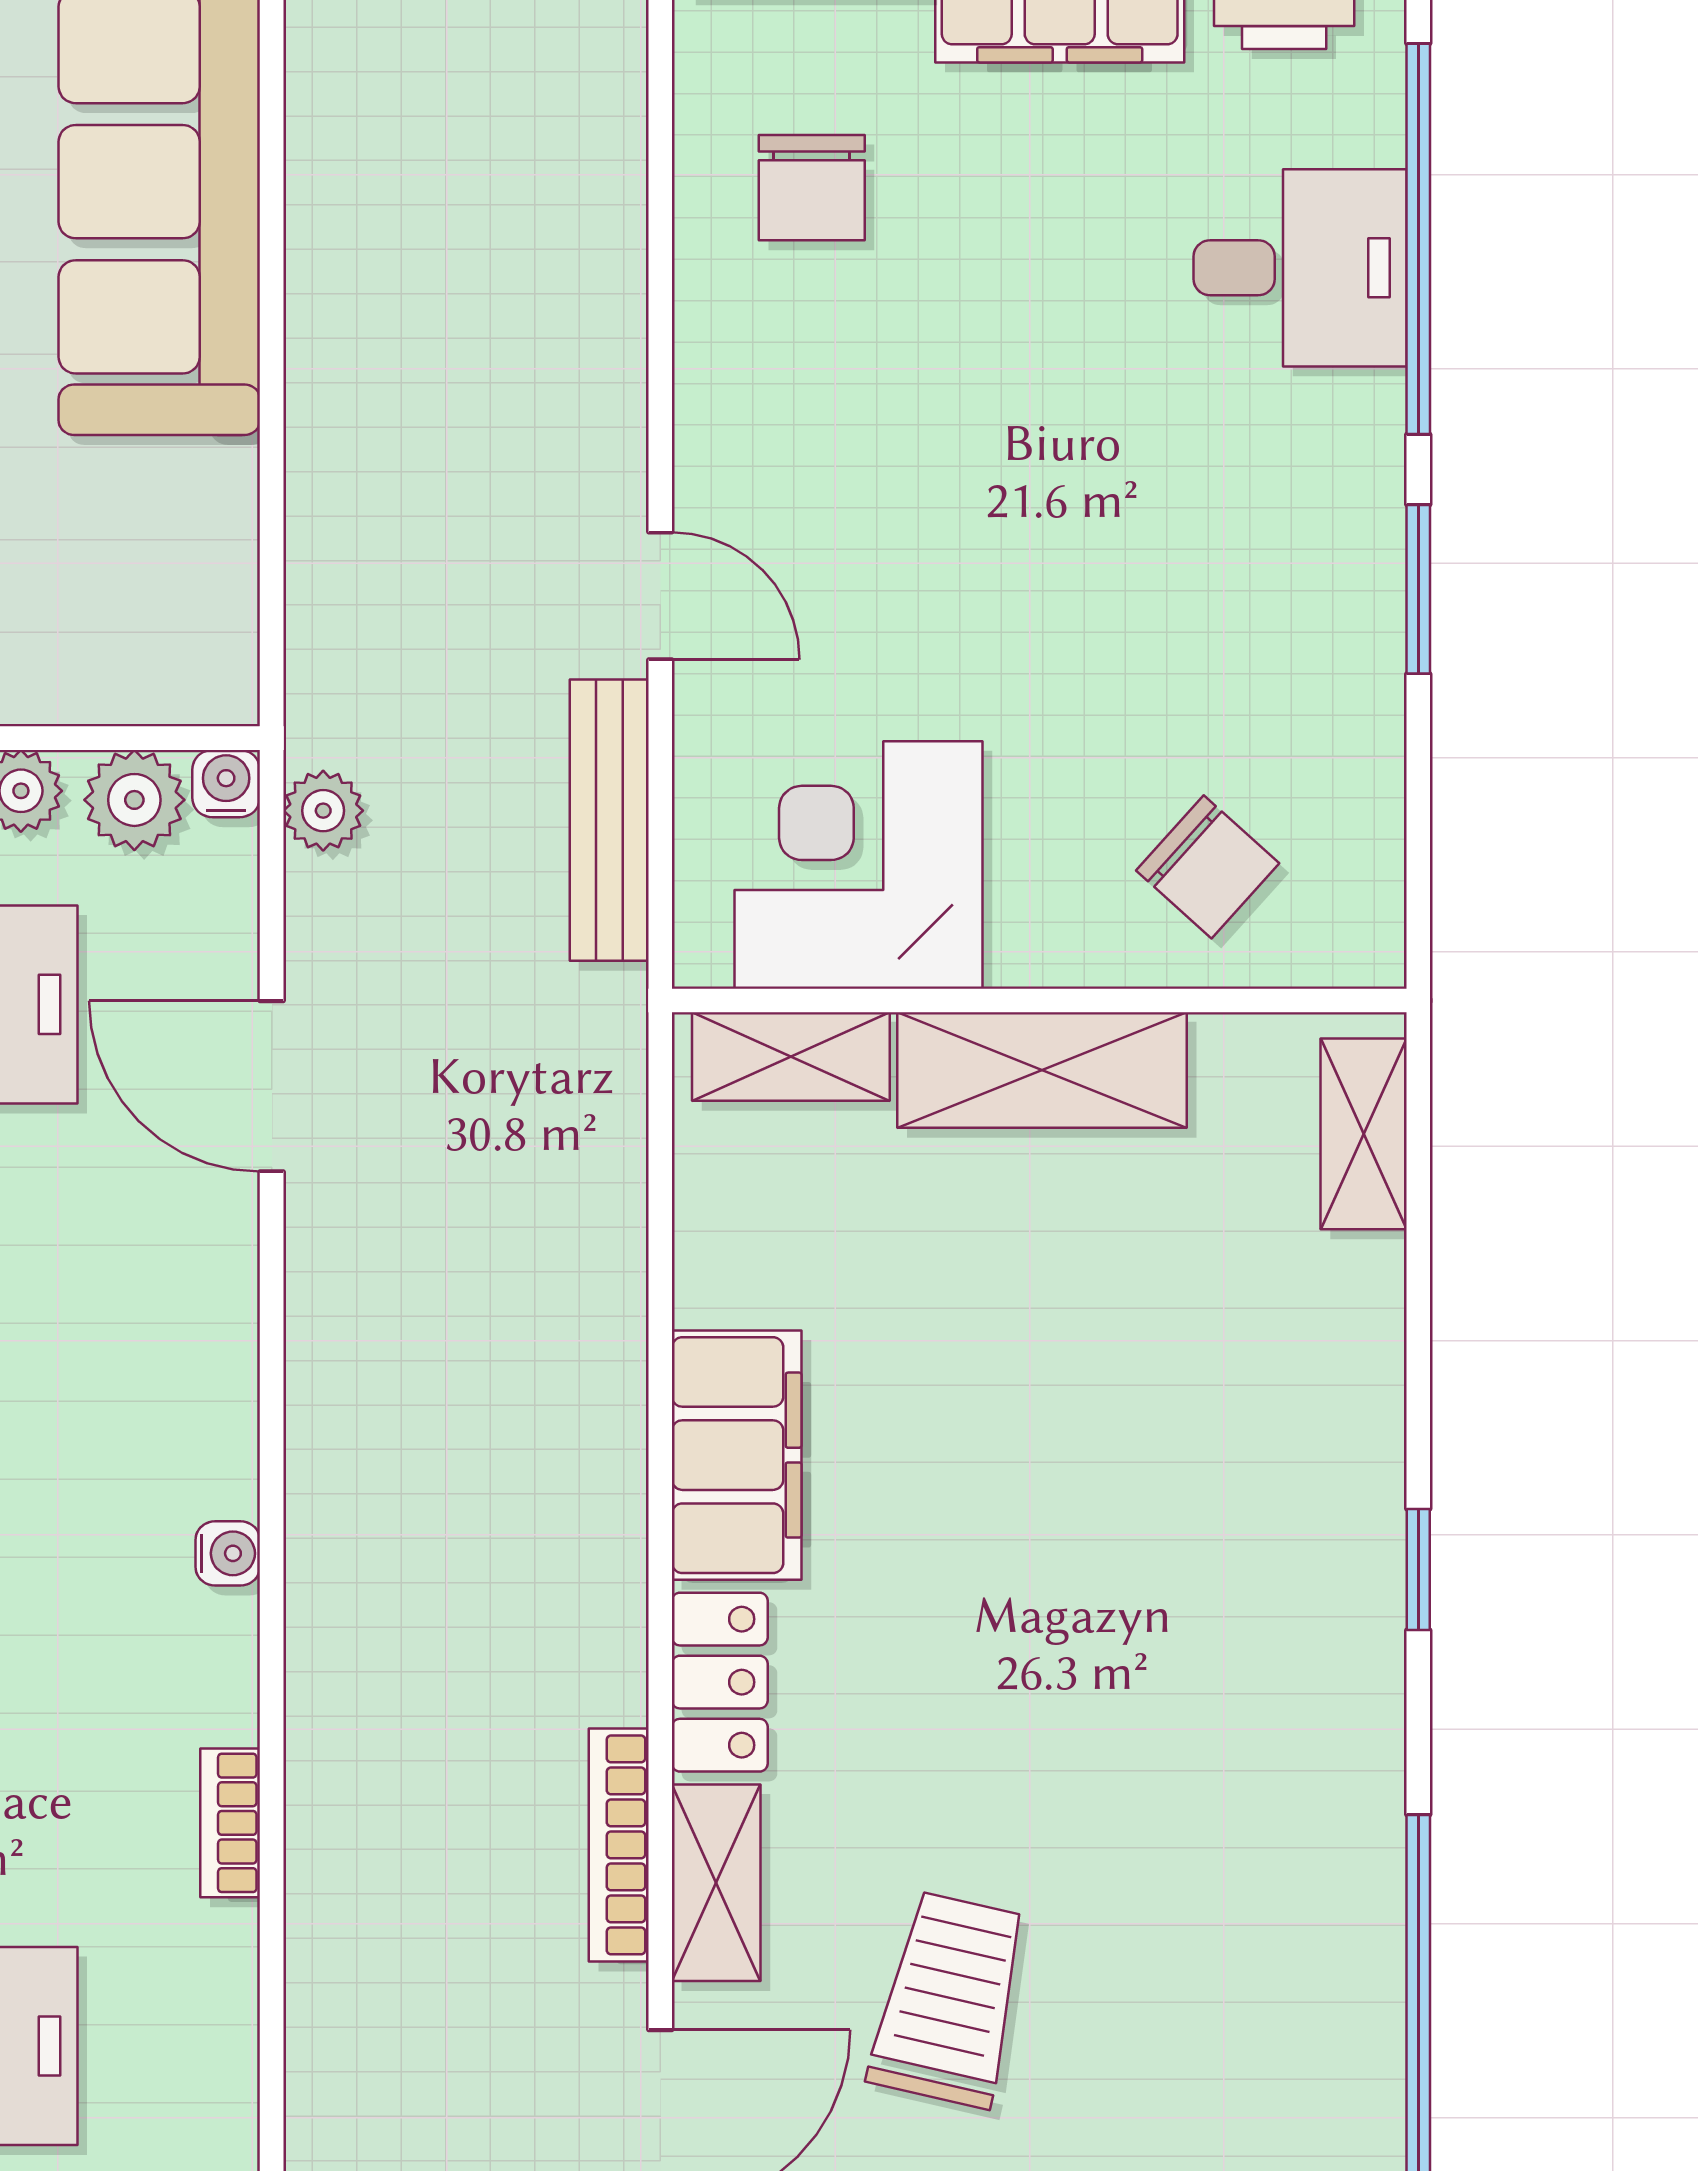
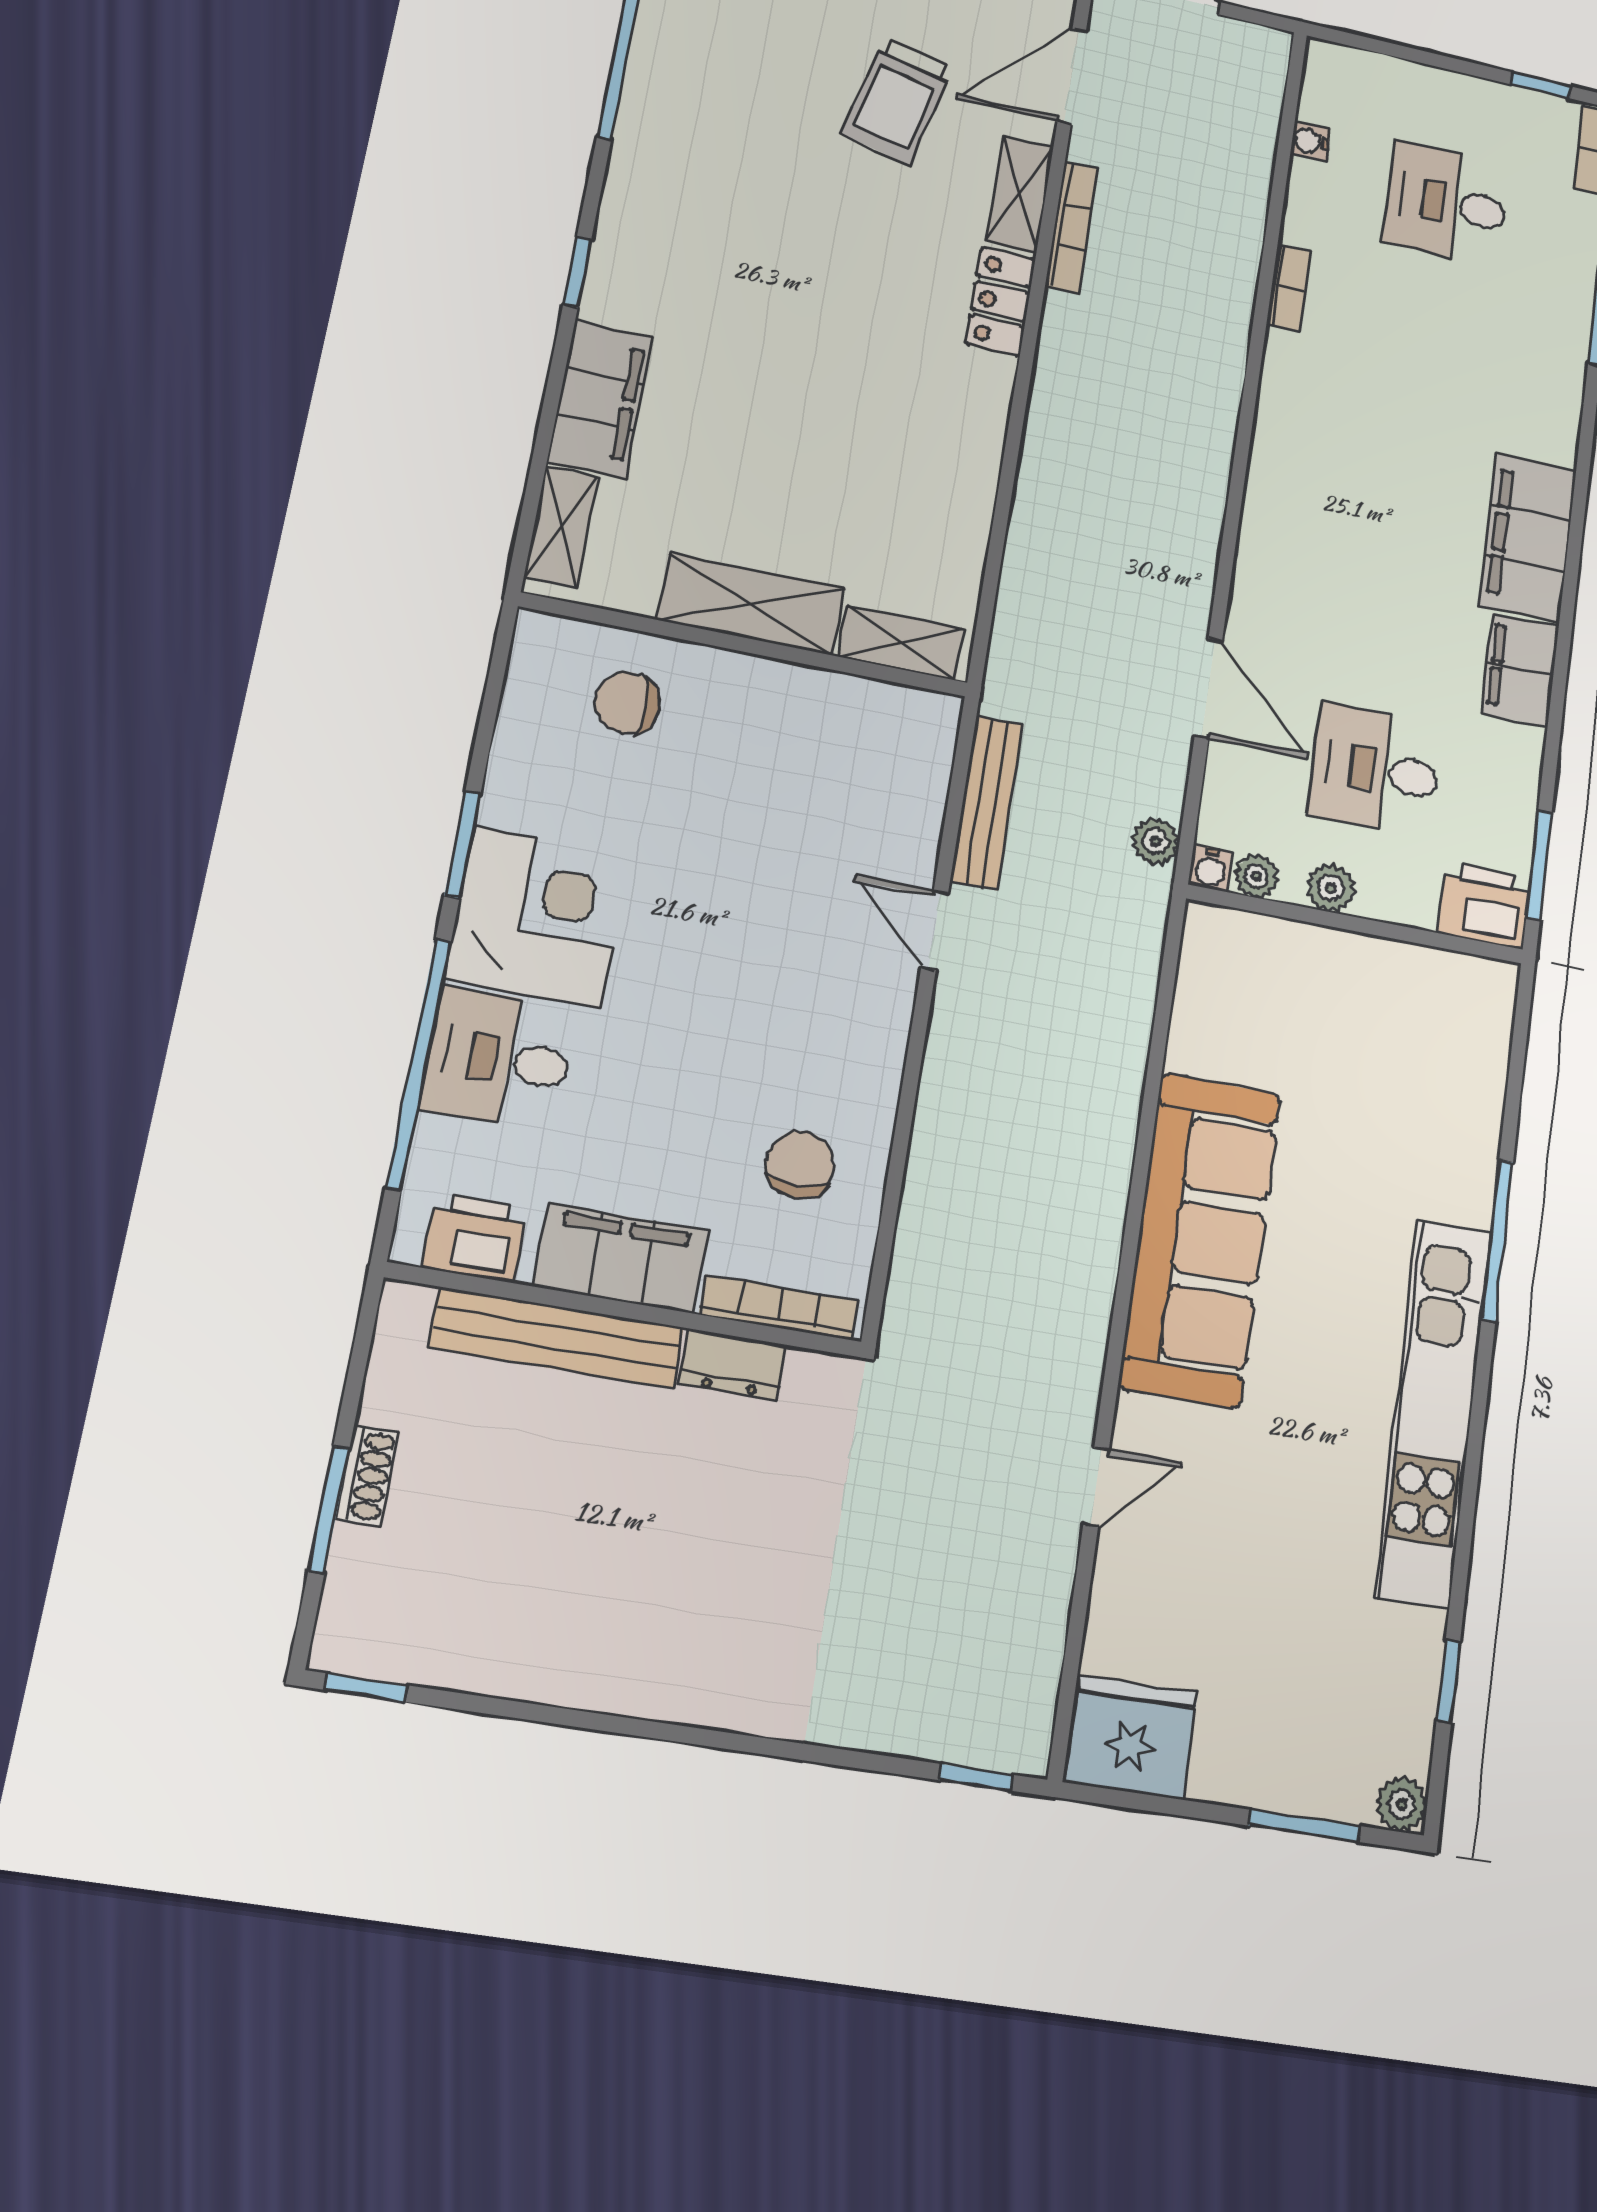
plant: (134, 800) -> (1256, 876), width x0.73, depth x0.73
corner desk: (858, 865) -> (537, 917), moved, turned -90
chair: (1208, 867) -> (627, 703), turned -42
filing cabinet: (737, 1455) -> (600, 399), moved, turned 180
water cooler: (228, 1553) -> (1310, 141), moved

